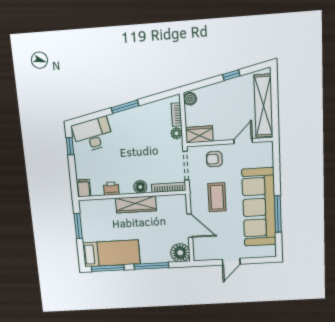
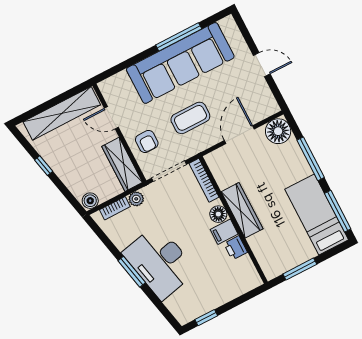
wardrobe: (199, 134) -> (122, 164), width x1.50
desk: (93, 135) -> (160, 262), moved, width x1.36, depth x1.30
filing cabinet: (84, 188) -> (224, 232), moved

